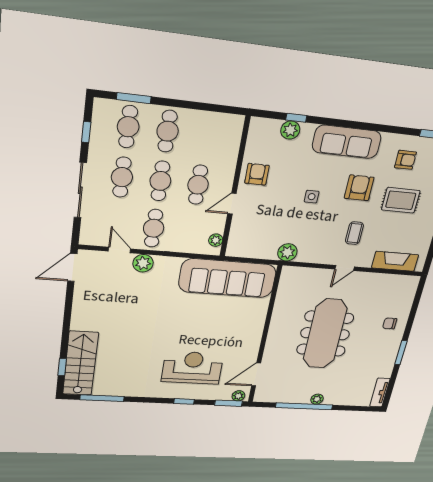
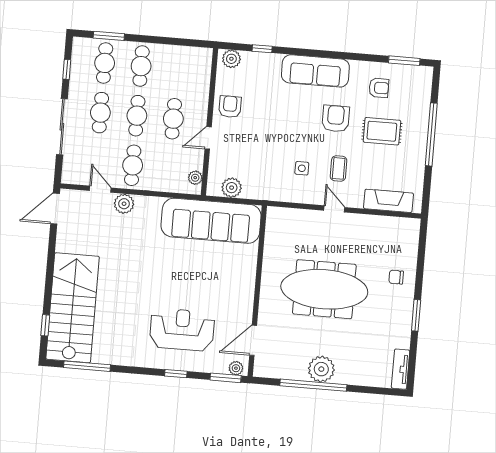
plant: (290, 130) -> (231, 59), moved
side table: (312, 197) -> (302, 168), moved
plant: (287, 252) -> (232, 188), moved
door: (345, 268) -> (334, 209), swing flipped
meeting table: (325, 334) -> (324, 289), turned 90
stairs: (80, 364) -> (73, 308), width x1.36, depth x1.51
plant: (317, 399) -> (321, 369), width x1.88, depth x1.88

